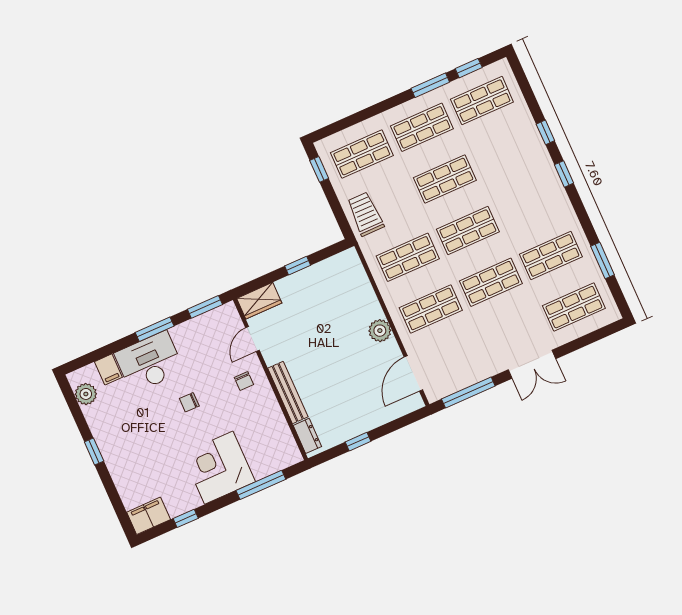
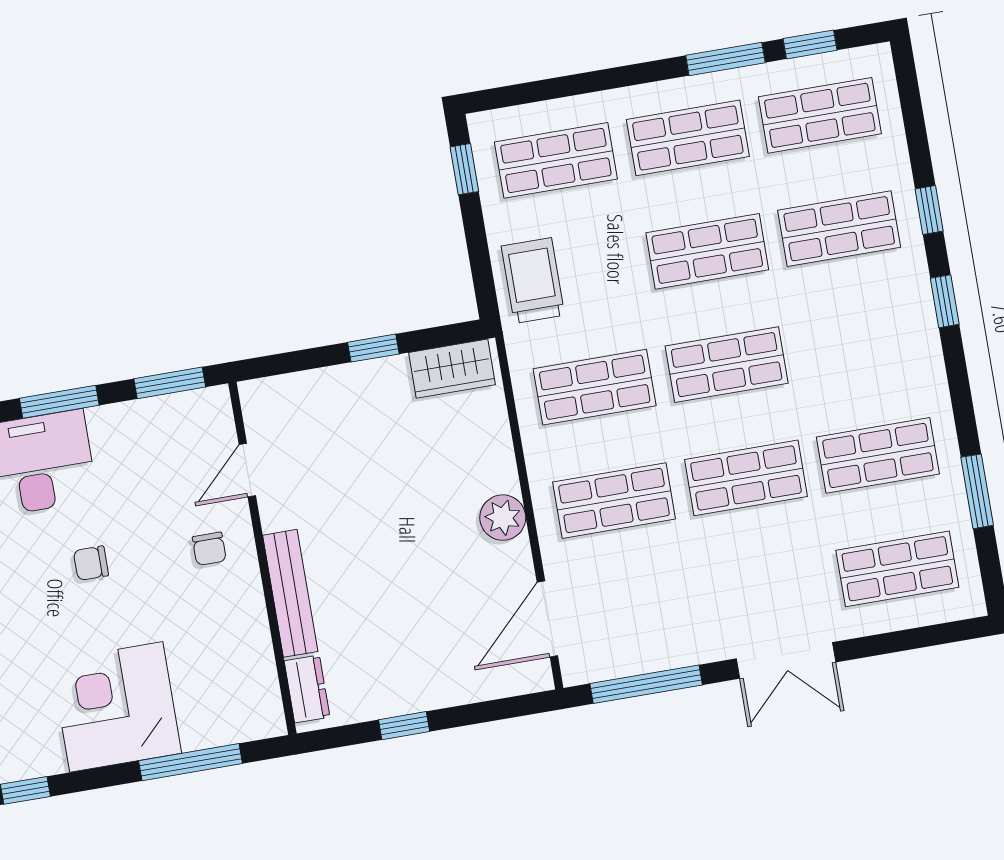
shop shelf: (505, 152) -> (839, 229), added
wardrobe: (259, 301) -> (452, 369), moved

